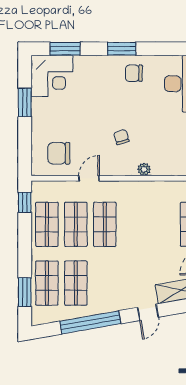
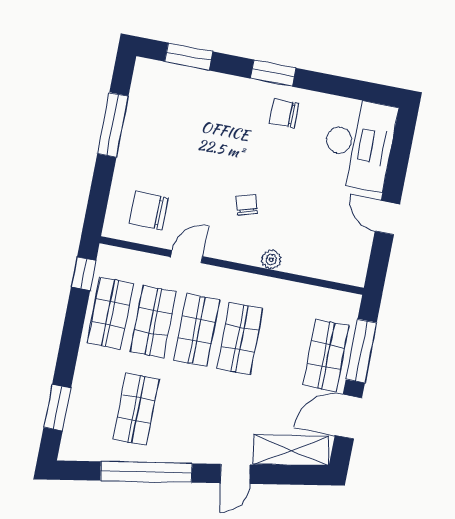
corner desk: (52, 76) -> (161, 93), removed
window: (25, 102) -> (113, 125), width x1.44
shop shelf: (47, 283) -> (240, 339), moved

